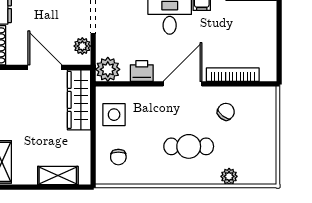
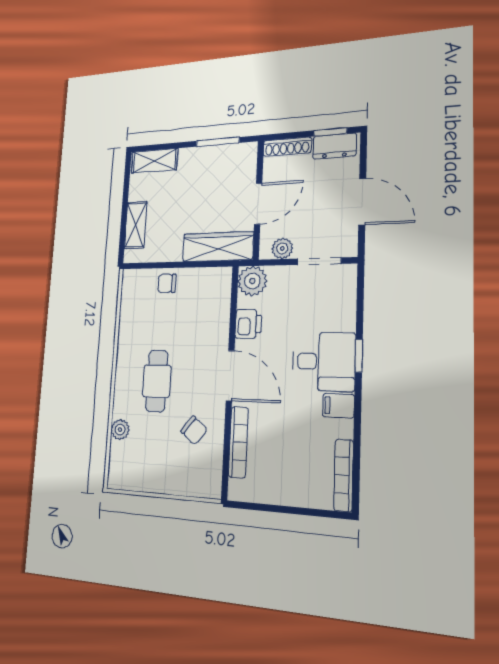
side table: (114, 115) -> (198, 290), removed
chair: (118, 157) -> (167, 283), moved

